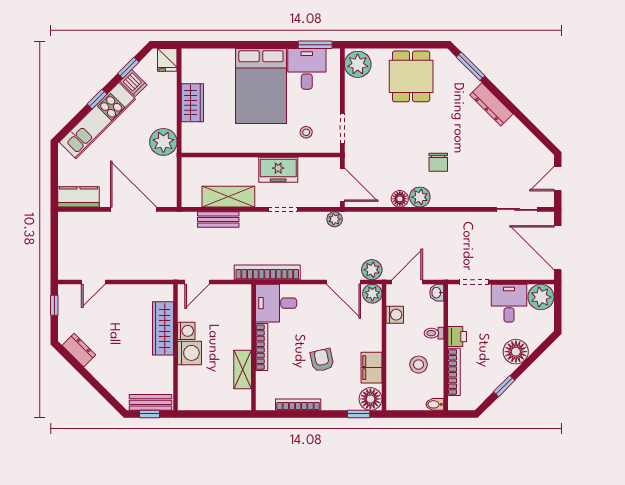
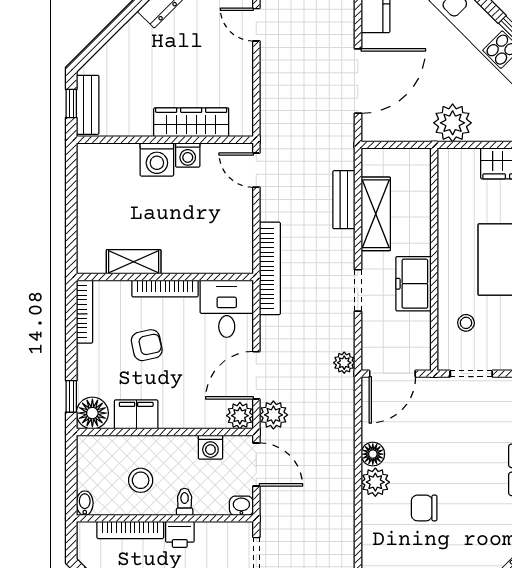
desk: (276, 303) -> (227, 309), moved
wall: (253, 347) -> (165, 277), moved
bookcase: (262, 347) -> (165, 289), moved
shelving: (243, 370) -> (134, 262), moved

